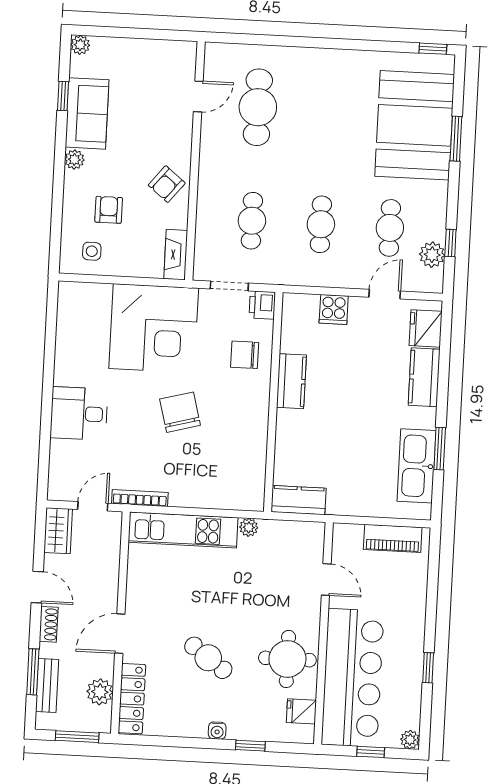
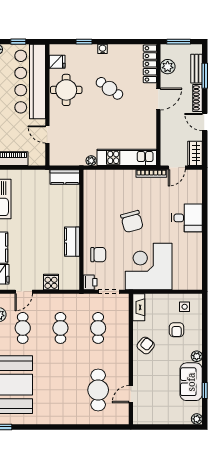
shoe rack: (49, 624) -> (197, 98), width x1.43

